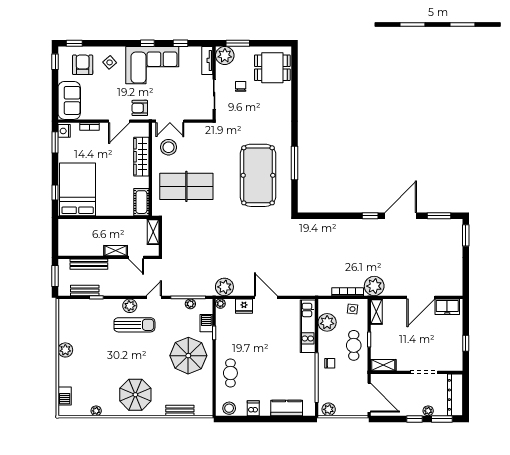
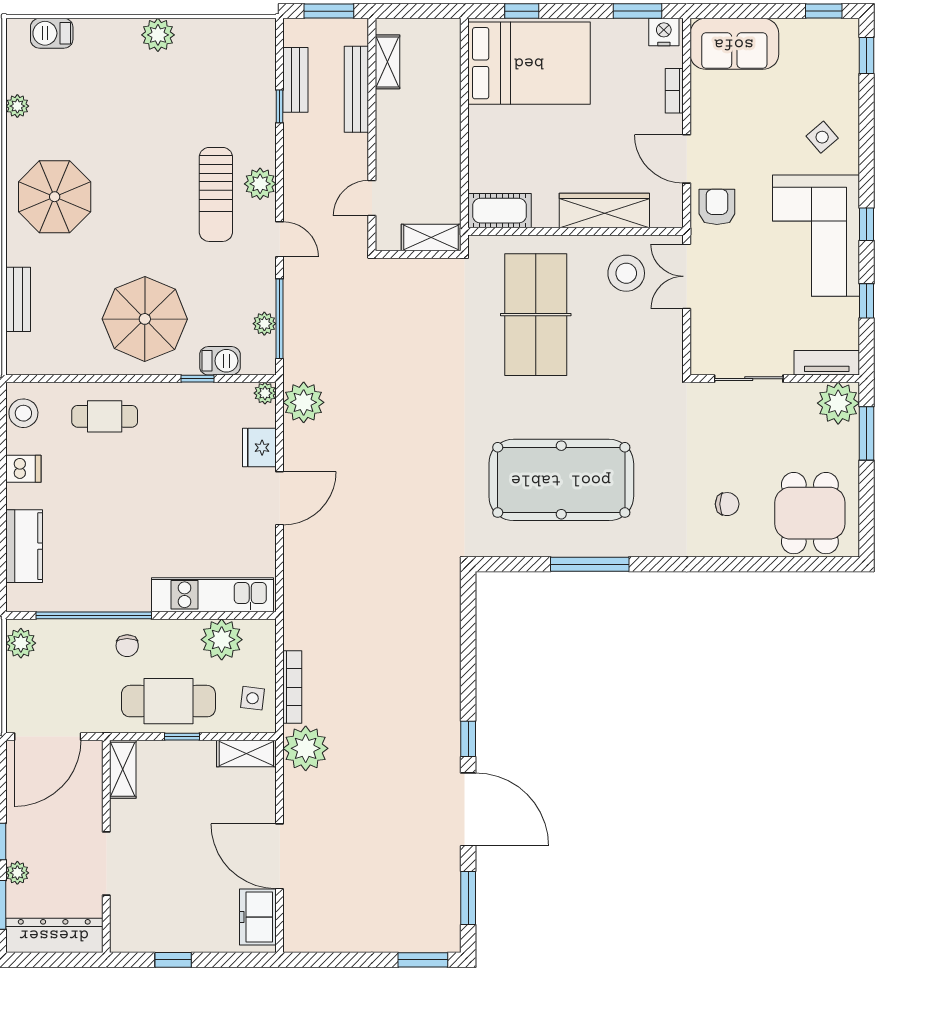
armchair: (83, 65) -> (817, 75), removed
chair: (241, 86) -> (727, 504), moved
shelving: (116, 251) -> (388, 62), moved
cafe table: (354, 345) -> (168, 701), width x1.37, depth x1.35

